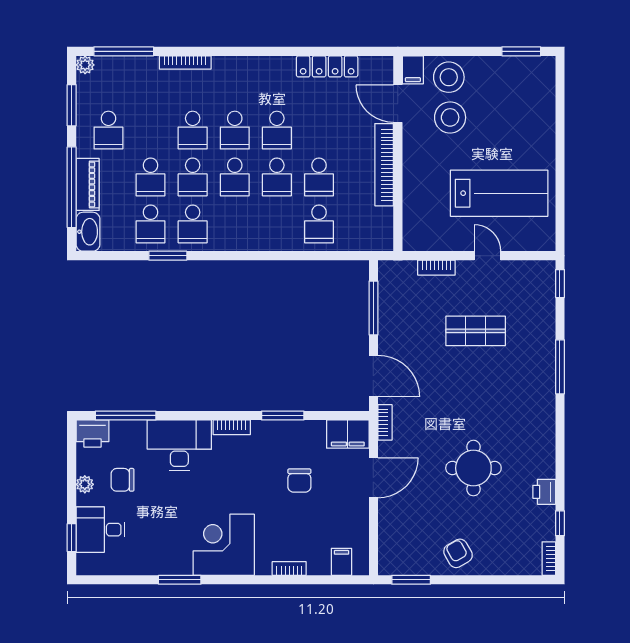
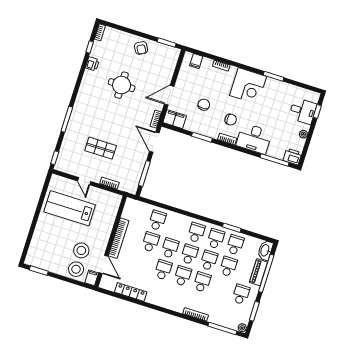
school desk: (235, 224) -> (196, 233), added
chair: (123, 480) -> (231, 120), moved

